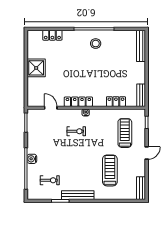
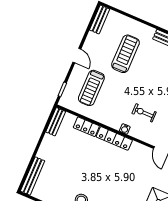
locker: (78, 102) -> (114, 138), moved
door: (147, 153) -> (77, 56), swing flipped
treadmill: (110, 170) -> (125, 54), turned 180

